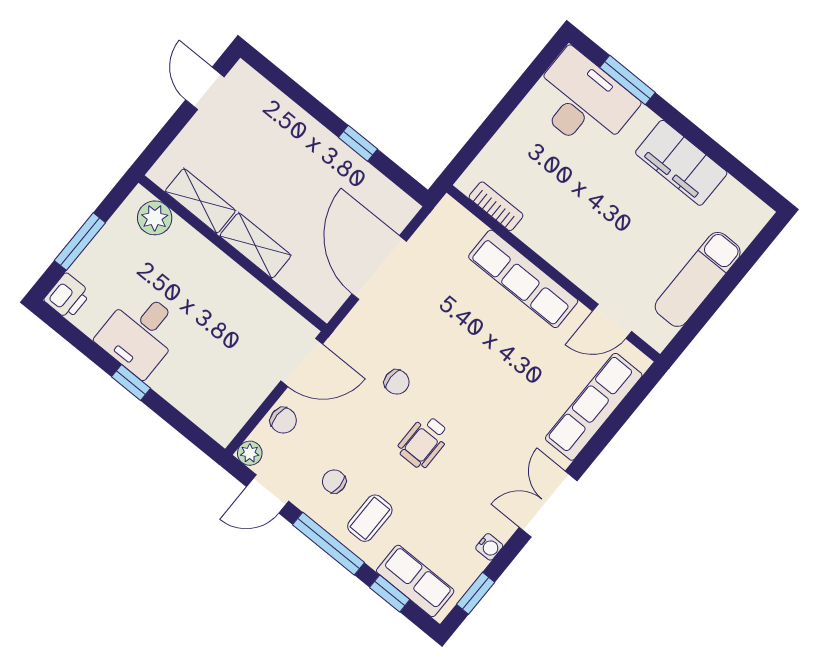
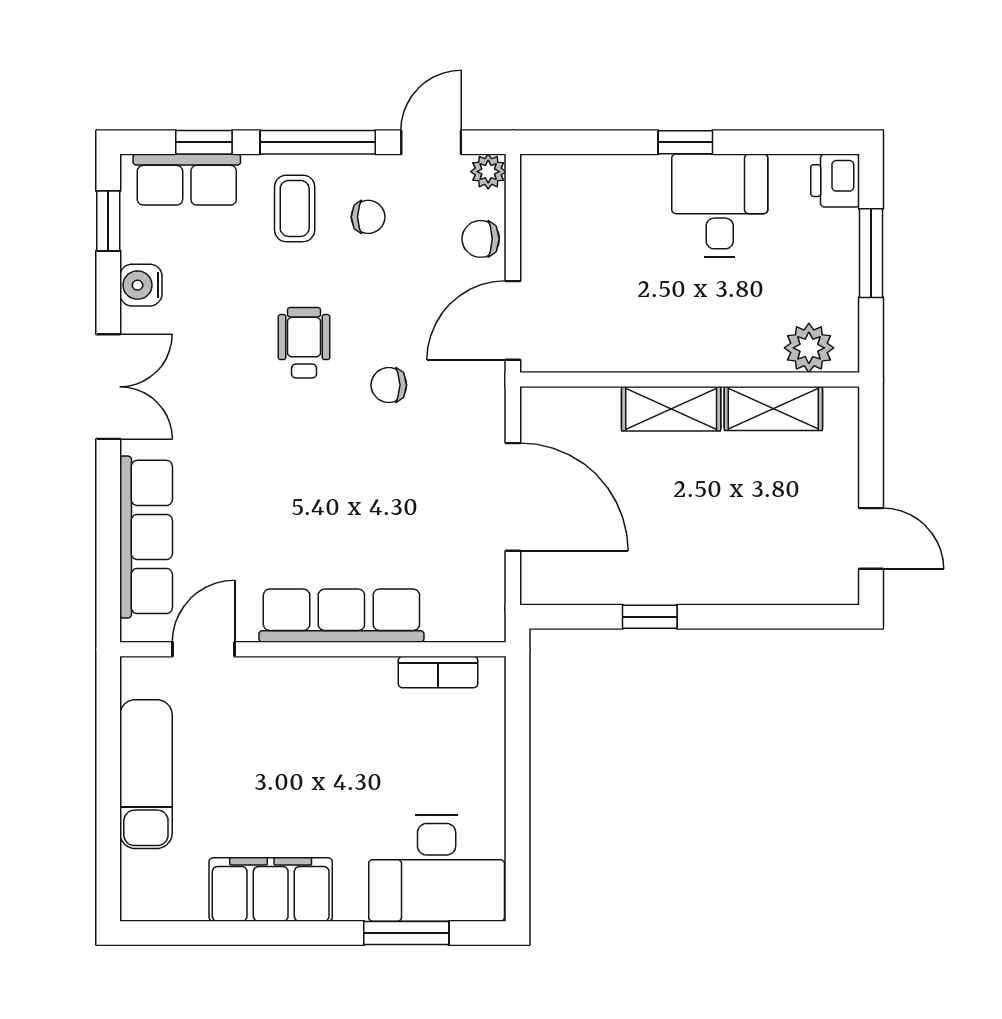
water cooler: (489, 547) -> (141, 285), width x1.38, depth x1.38

